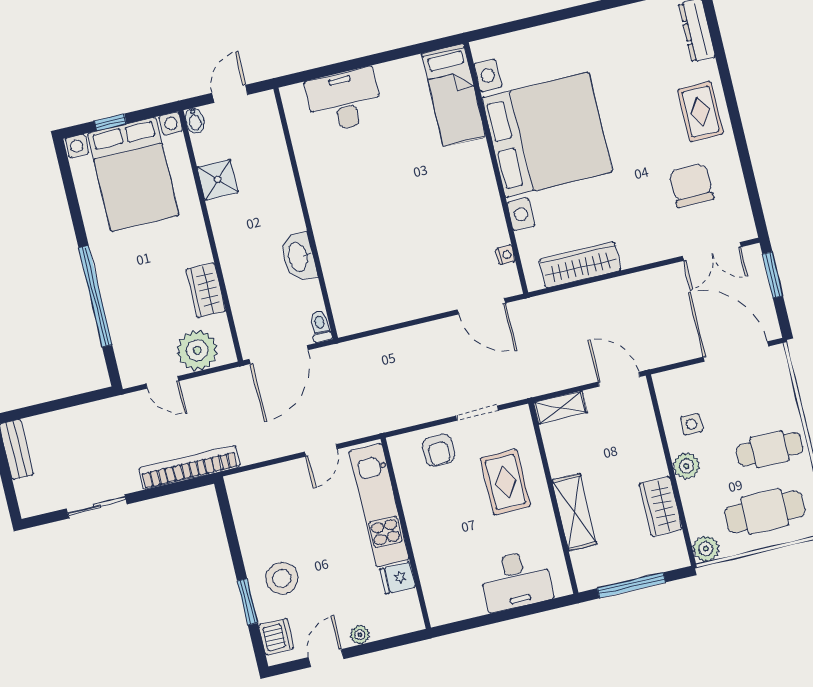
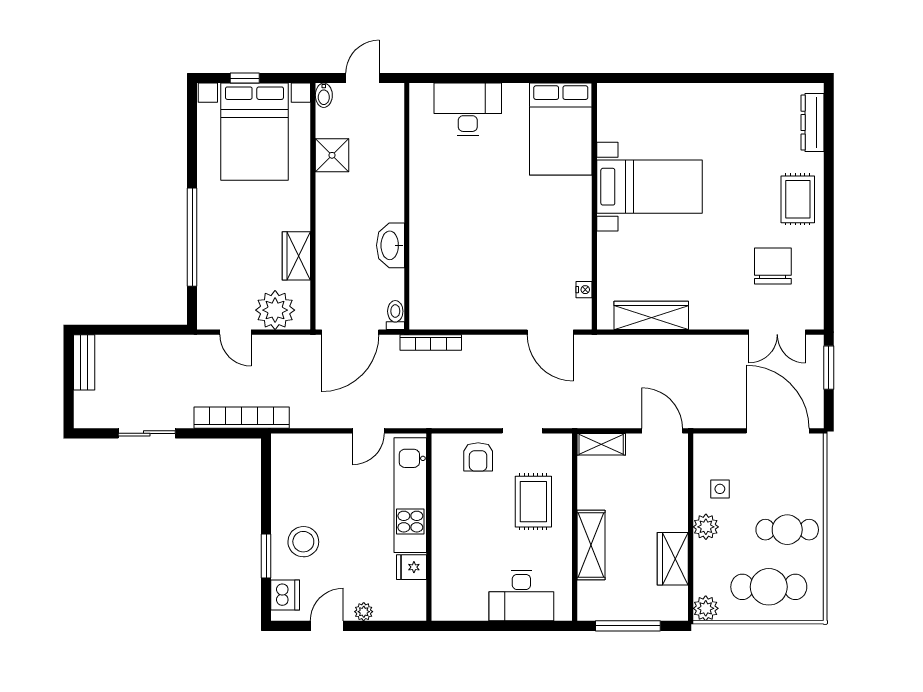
bed: (454, 95) -> (561, 129), width x1.50
bed with nightstands: (547, 135) -> (649, 187), width x0.54
bookcase: (363, 346) -> (431, 343), added

